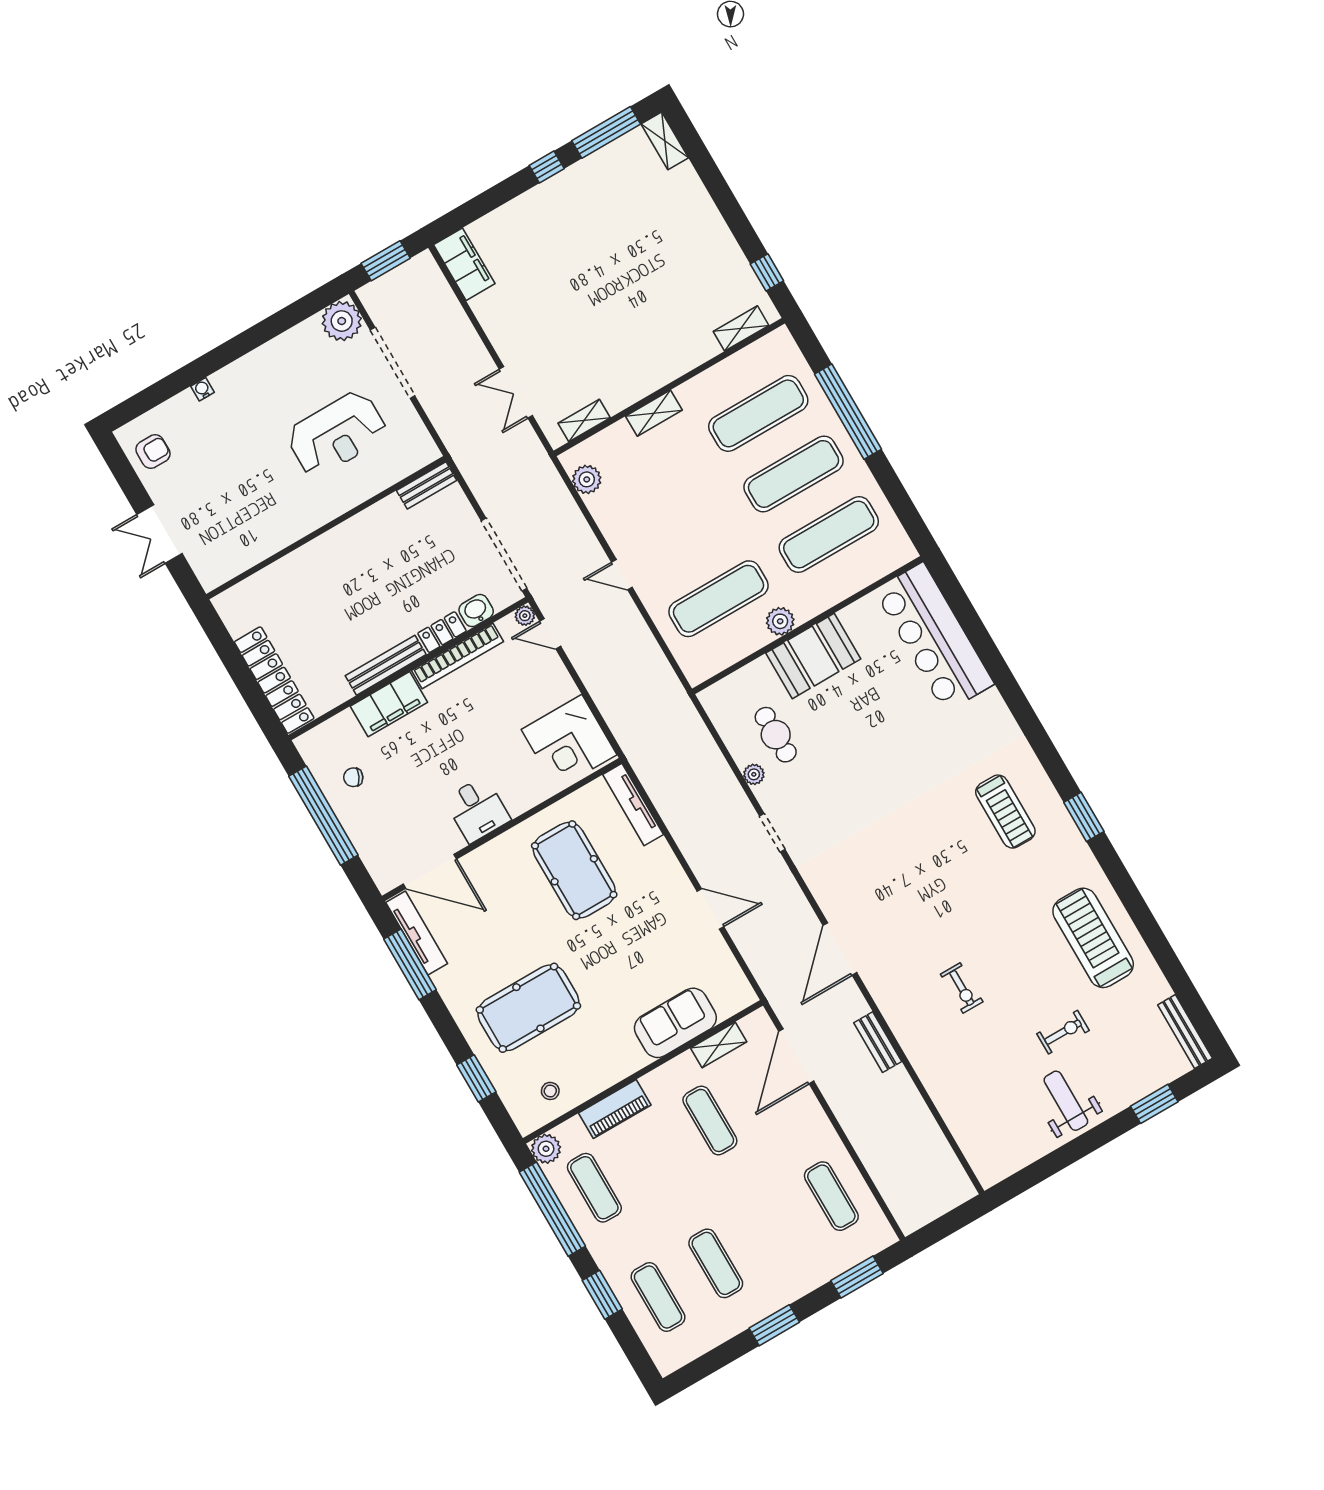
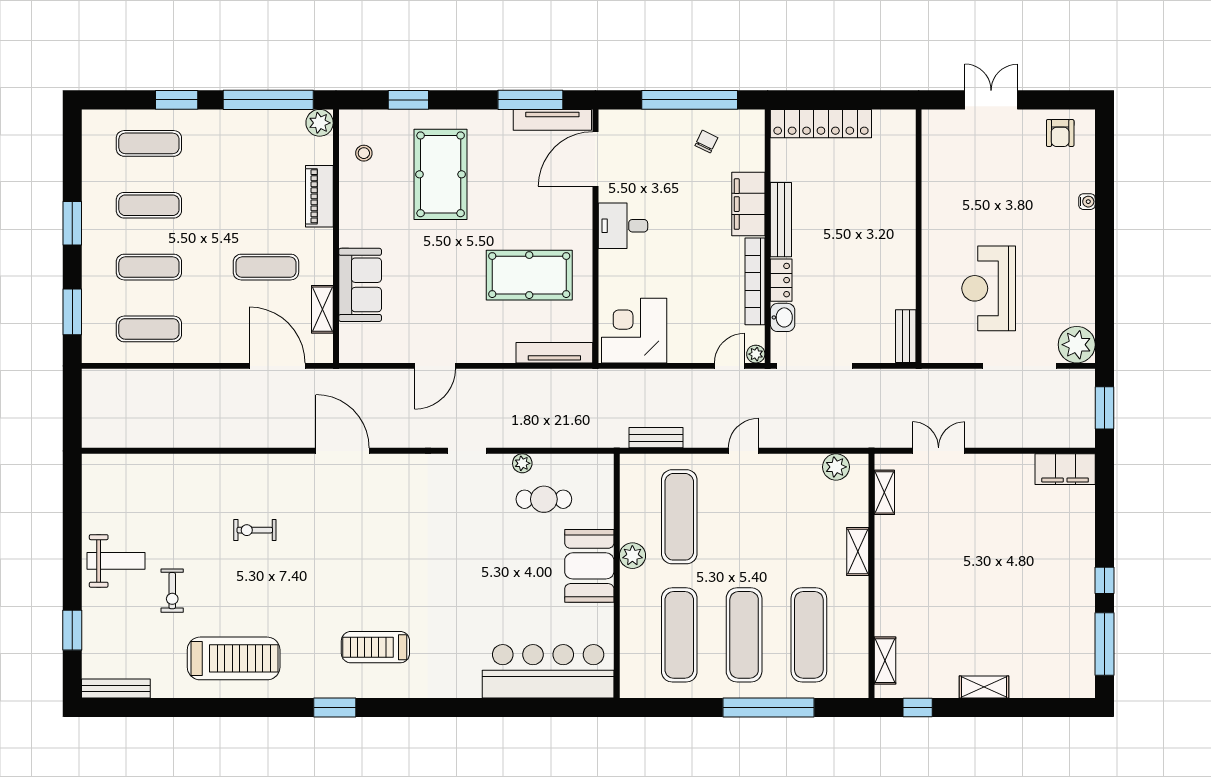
shelving: (665, 141) -> (984, 687), moved
bench: (878, 1042) -> (656, 438), moved
exercise mat: (594, 1188) -> (149, 267), moved

